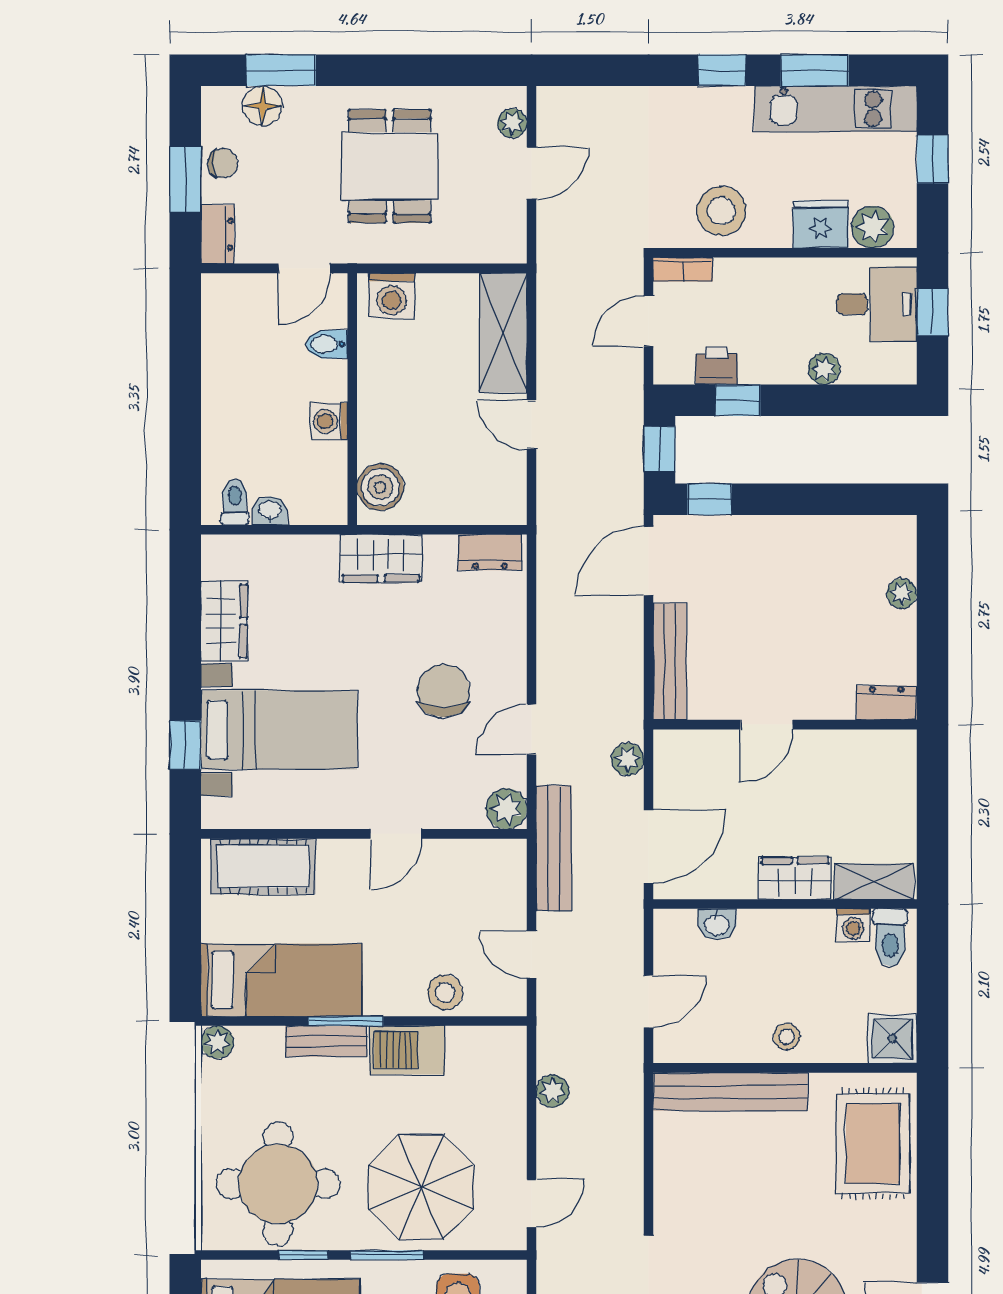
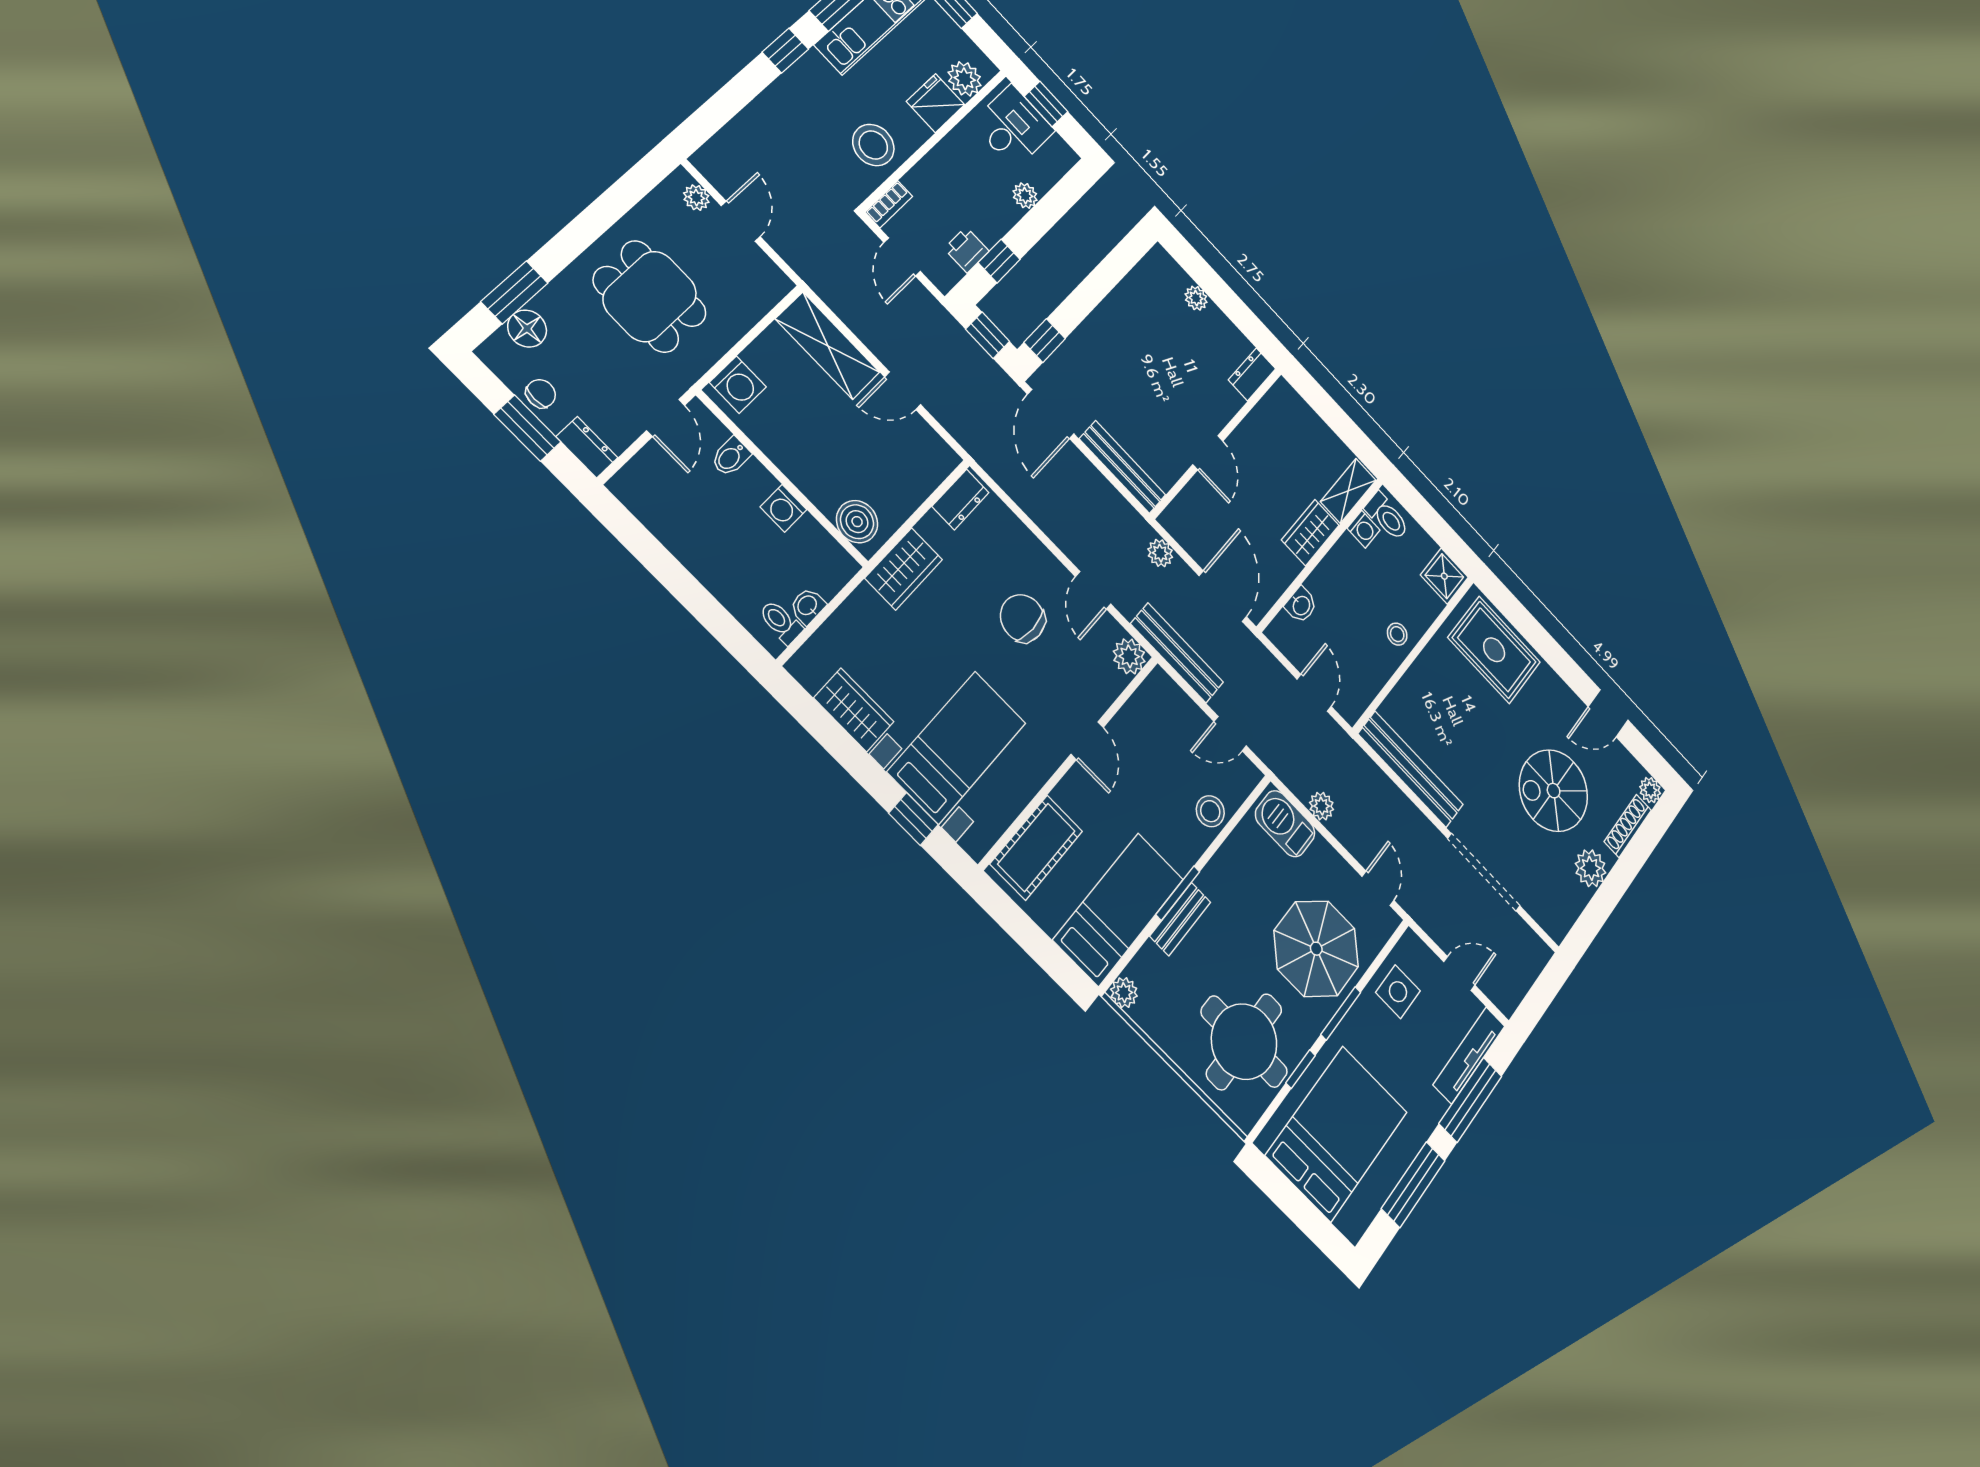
barbecue: (407, 1050) -> (1285, 824), moved, turned 90
bench: (730, 1092) -> (1411, 769), moved, turned 90

